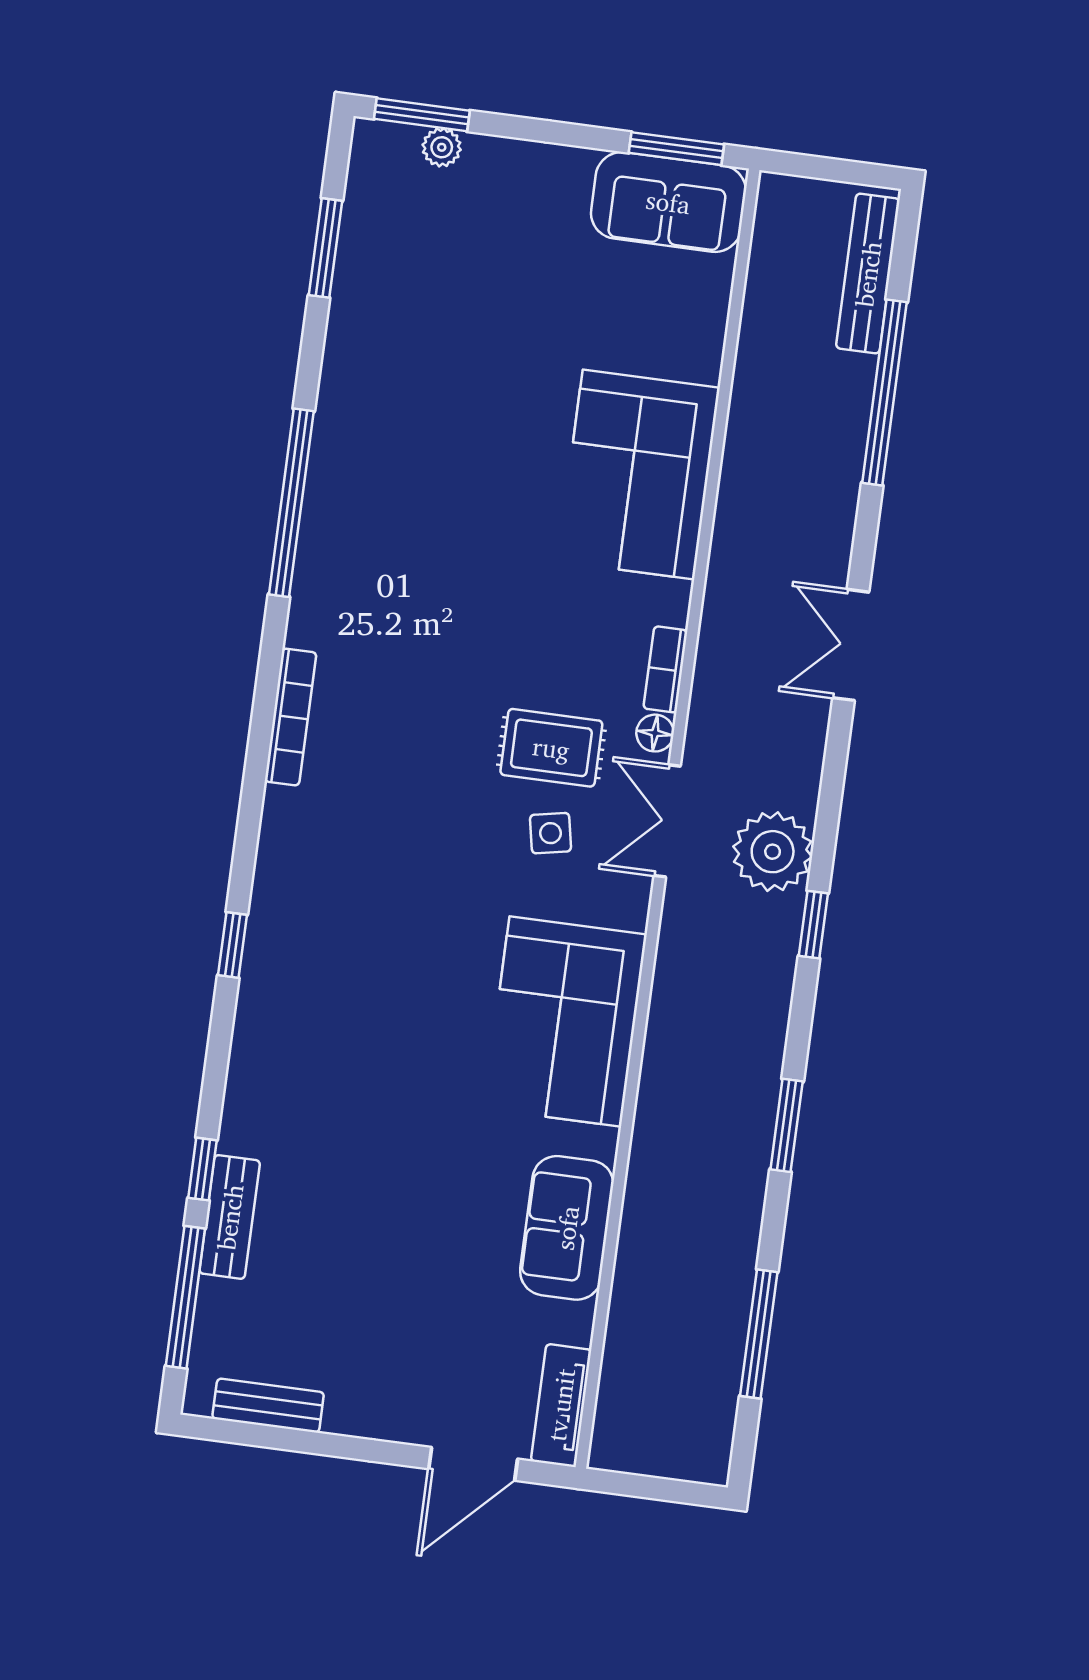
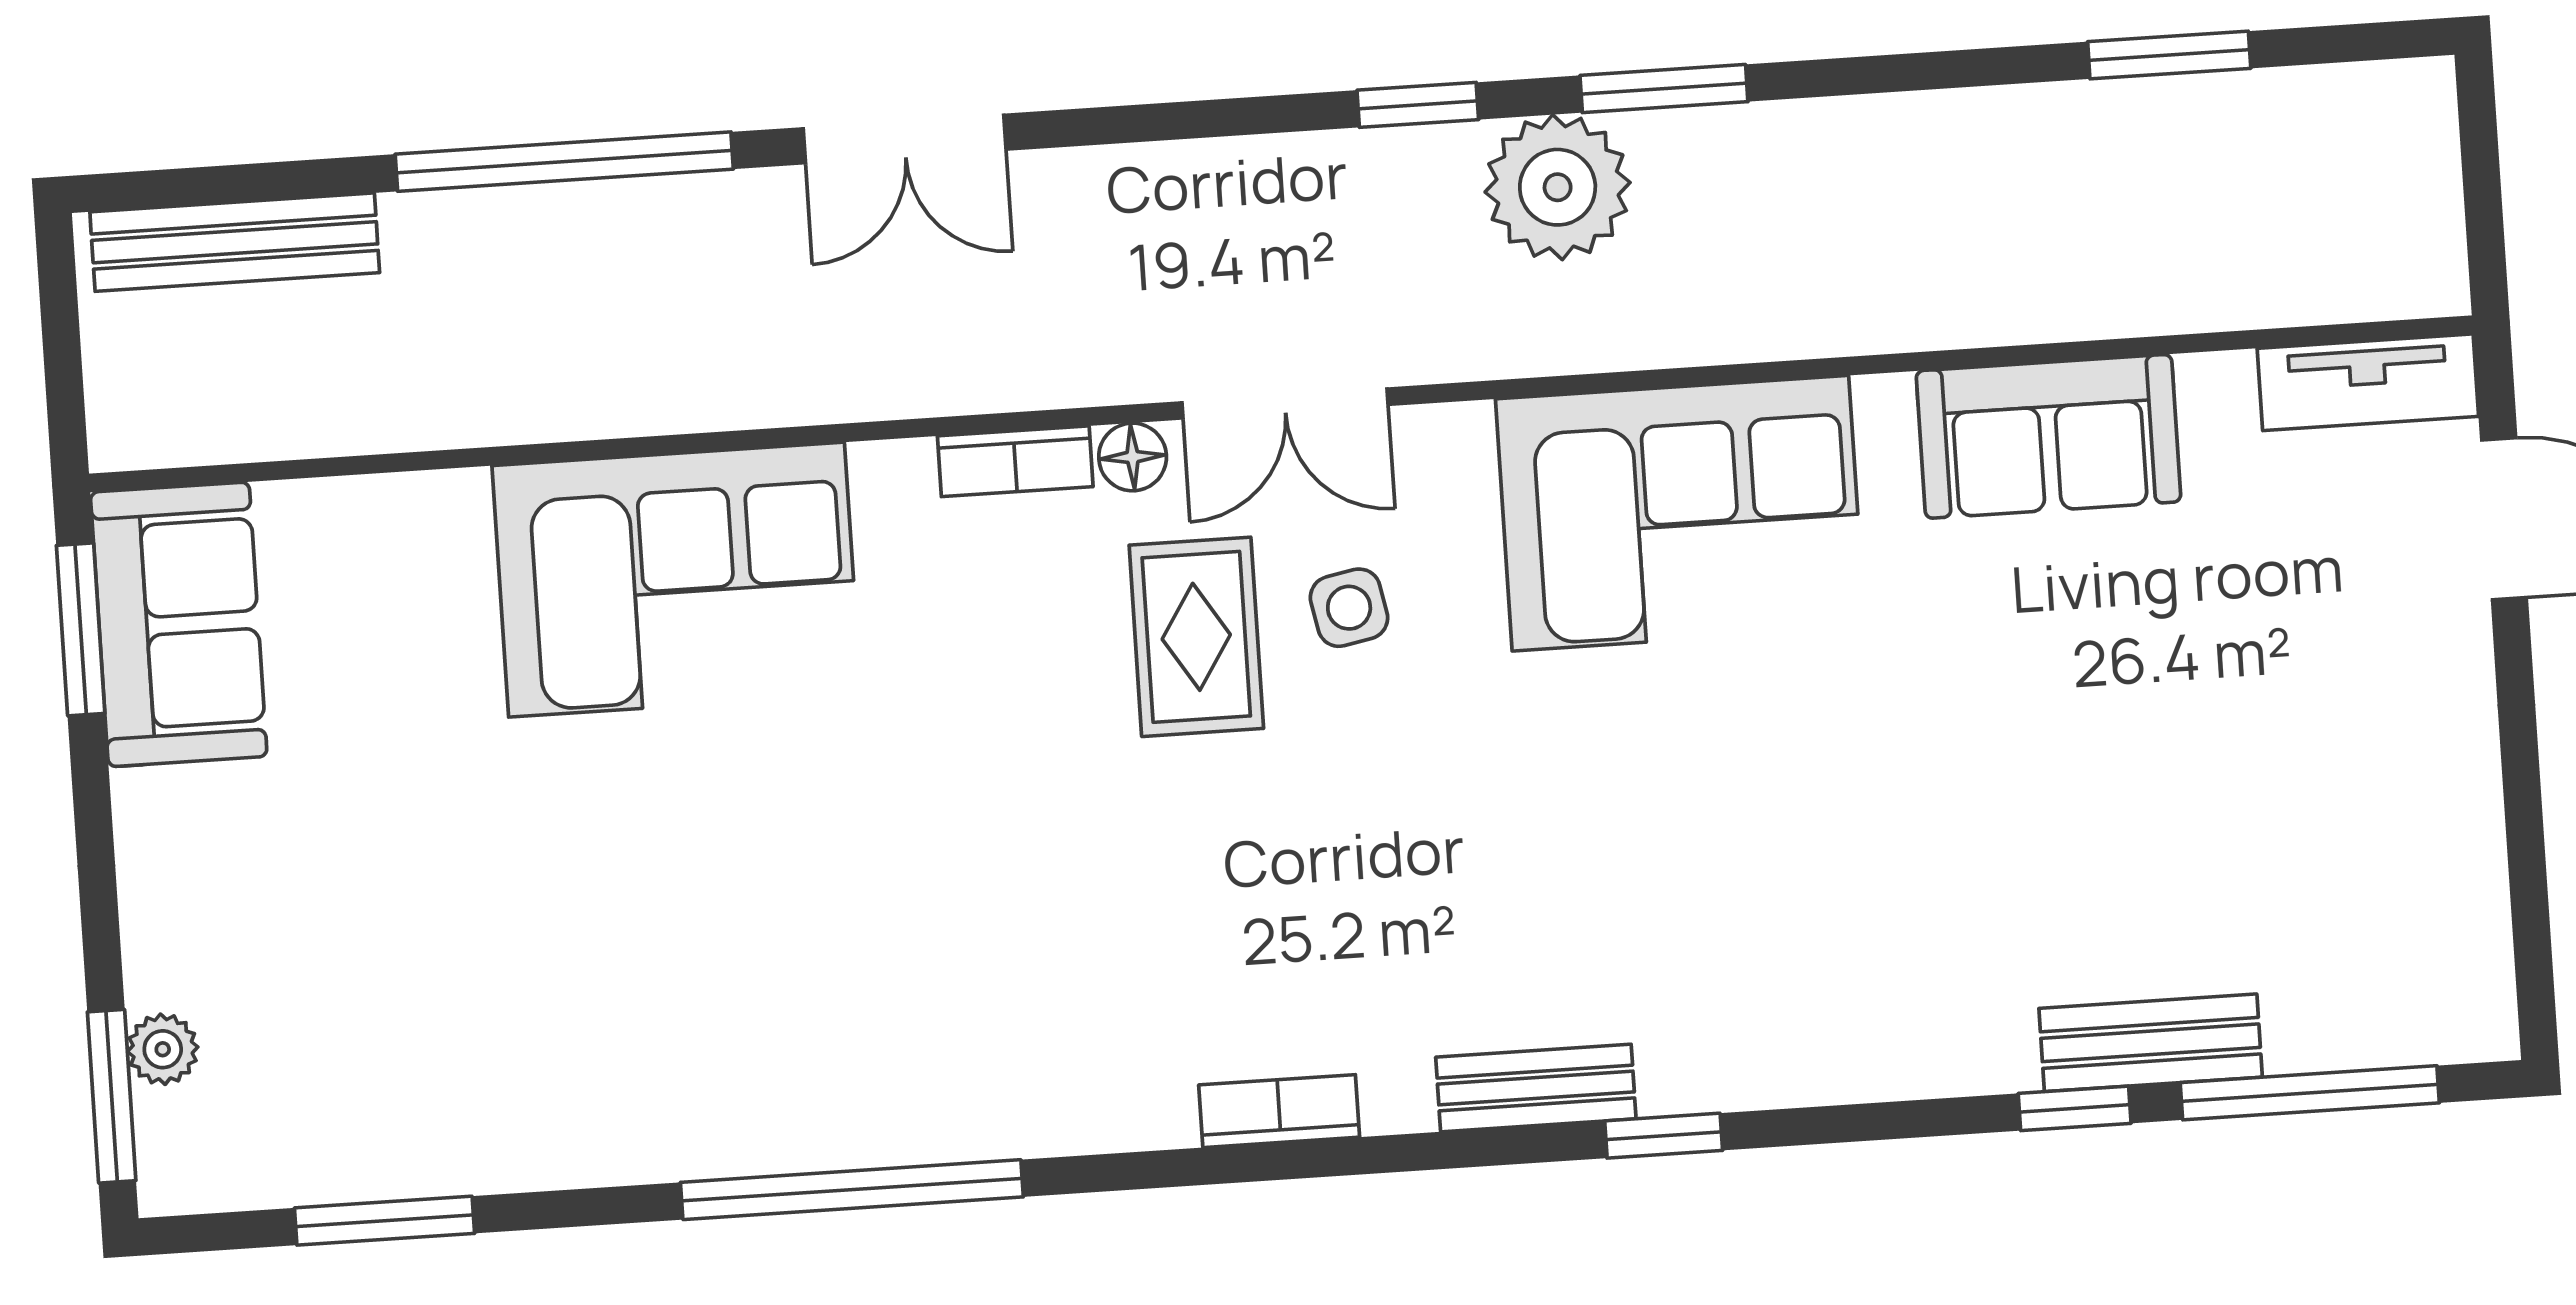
window: (884, 392) -> (564, 162), moved
bookcase: (291, 717) -> (1279, 1111), width x0.64
plant: (773, 852) -> (1558, 187), moved
window: (787, 1125) -> (1664, 89), moved
window: (759, 1334) -> (2169, 55), width x0.69
bench: (268, 1406) -> (1536, 1088), moved, turned 90

